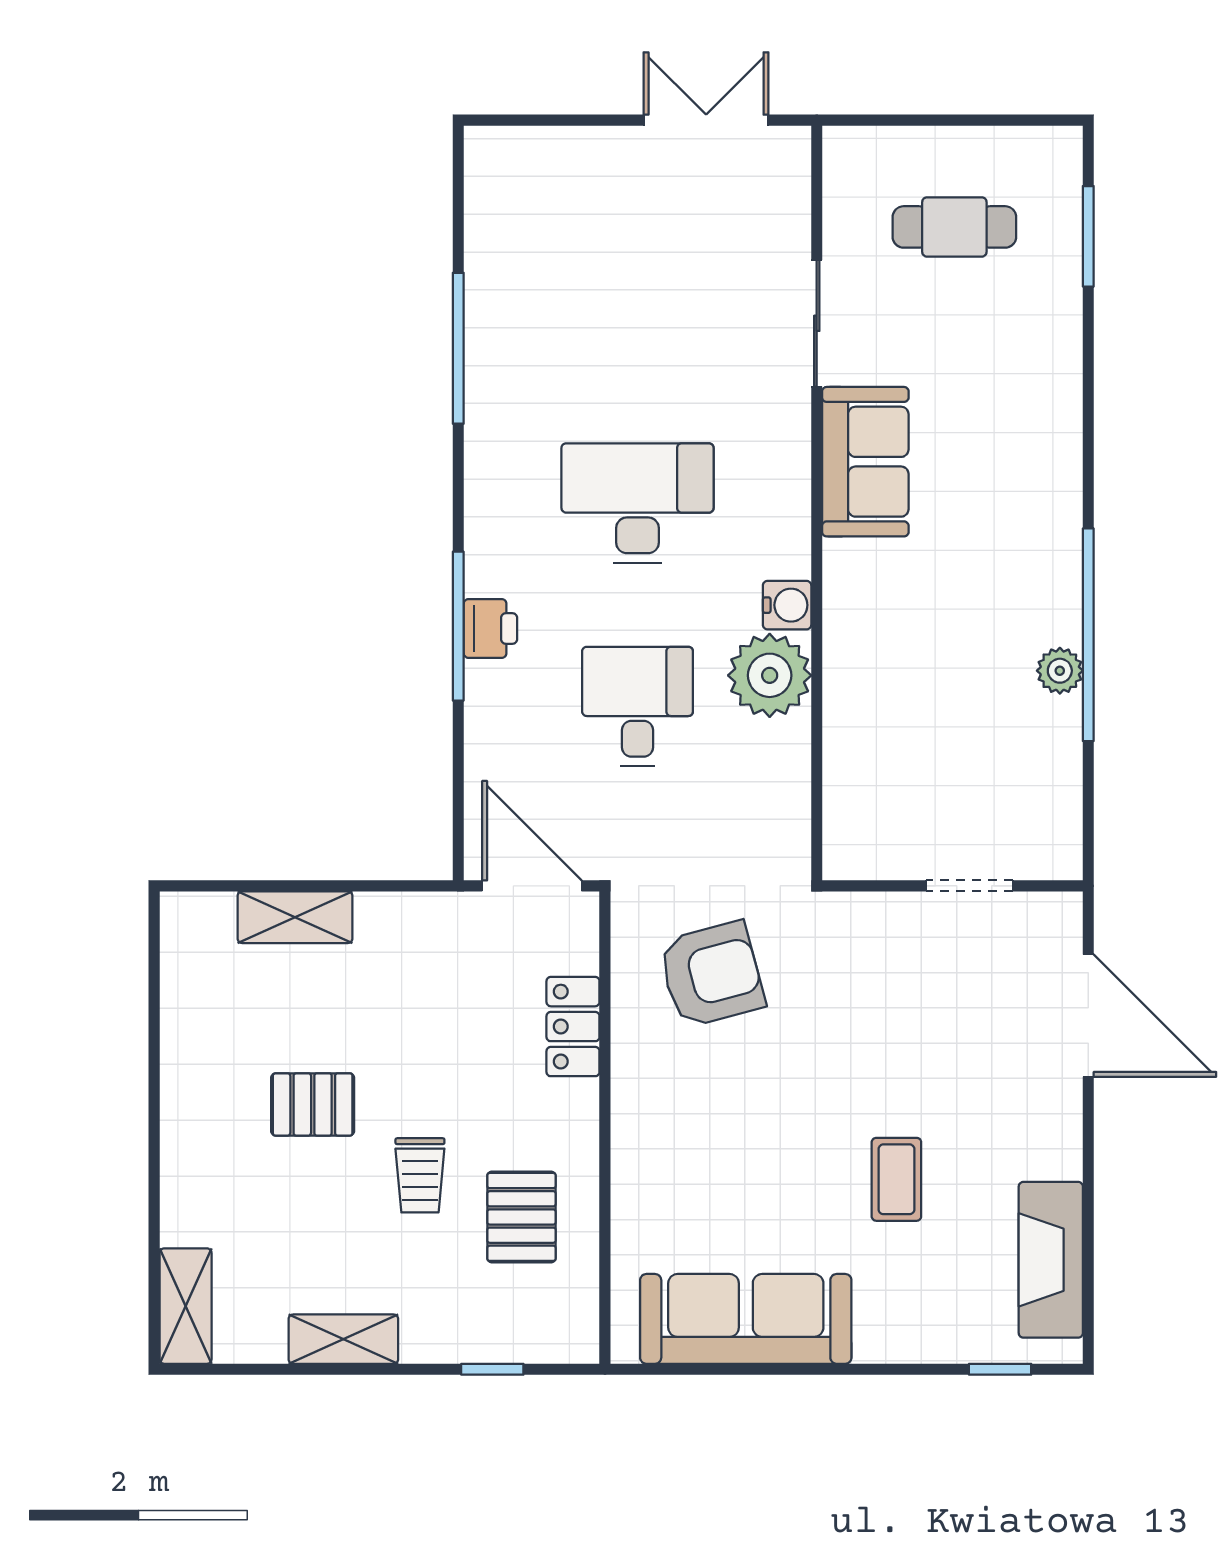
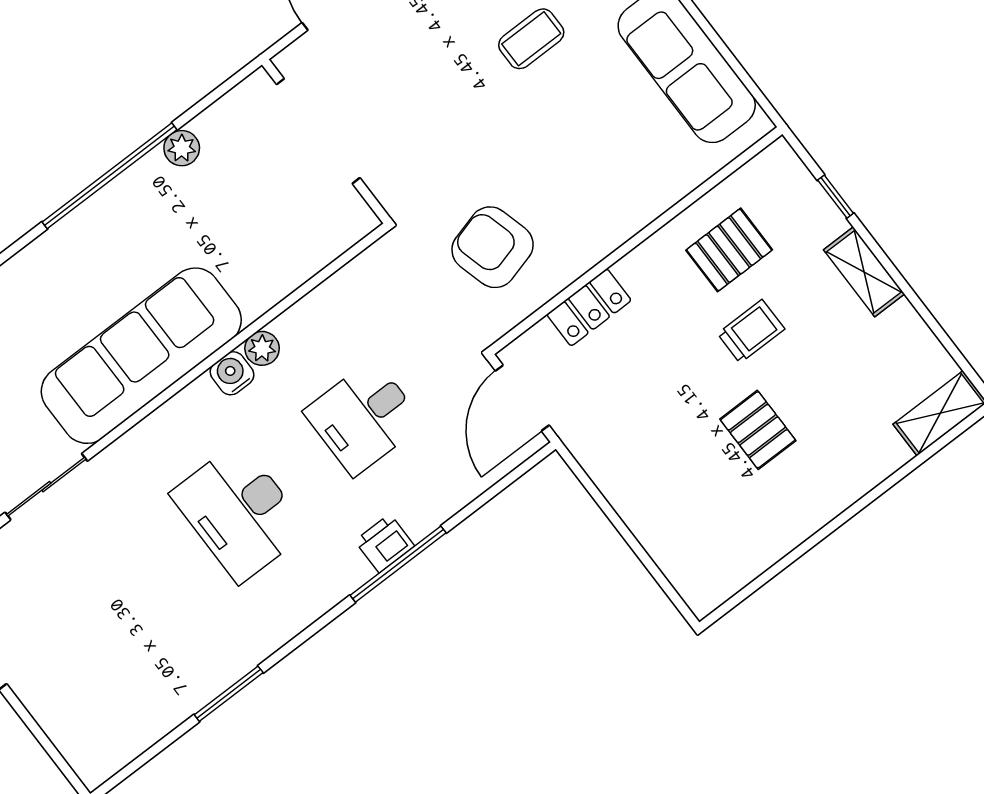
window: (458, 348) -> (229, 694), width x0.69
sofa: (865, 462) -> (141, 356), width x1.85, depth x1.27
plant: (1060, 671) -> (182, 148), moved
plant: (770, 675) -> (262, 348), width x0.53, depth x0.53
doorway: (969, 886) -> (318, 131), width x1.88
shelving: (295, 917) -> (652, 528), removed
shelving: (343, 1339) -> (864, 272), moved

